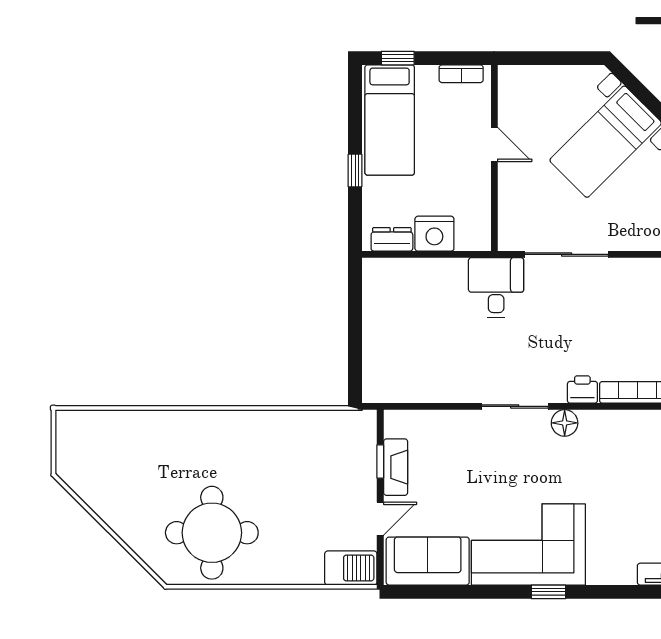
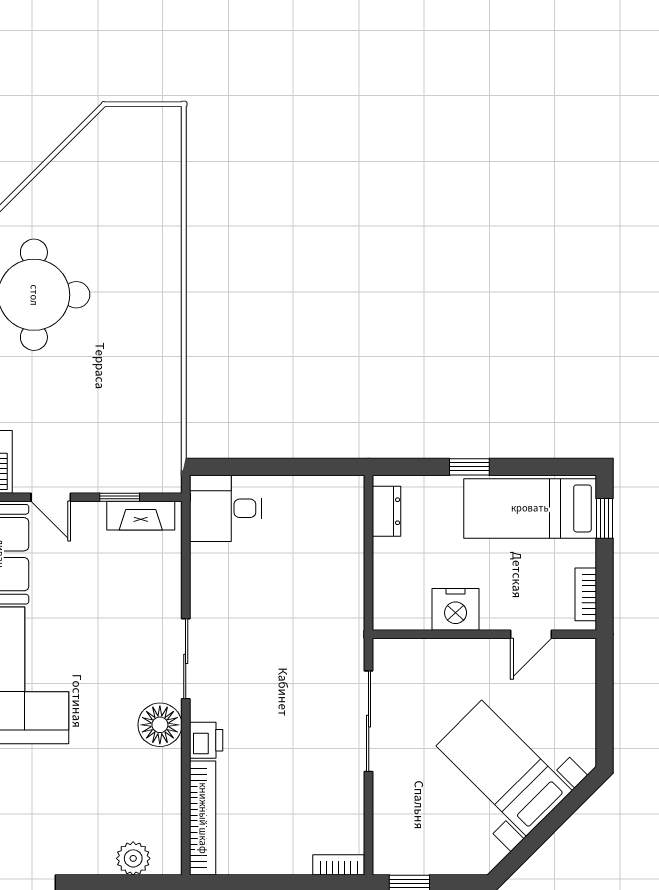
door: (494, 144) -> (531, 634), moved
nightstand: (434, 234) -> (456, 609), moved, turned -90
desk: (496, 287) -> (226, 508), moved, turned 180
floor lamp: (565, 423) -> (160, 725), width x1.38, depth x1.38
fireplace: (396, 467) -> (141, 516), moved

